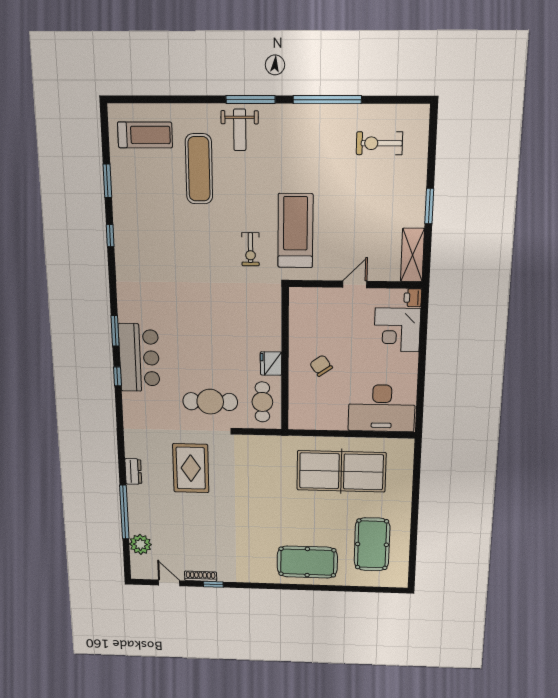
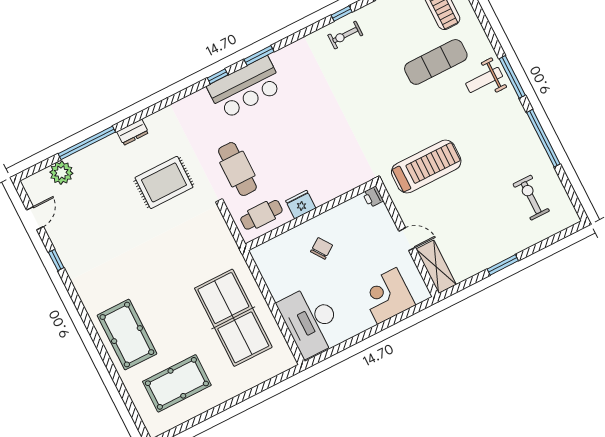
exercise bike: (250, 249) -> (345, 35), moved
shelving: (412, 255) -> (436, 267), moved, turned 90
printer: (413, 298) -> (373, 197), moved, turned -90
shoe rack: (201, 576) -> (58, 244), removed

